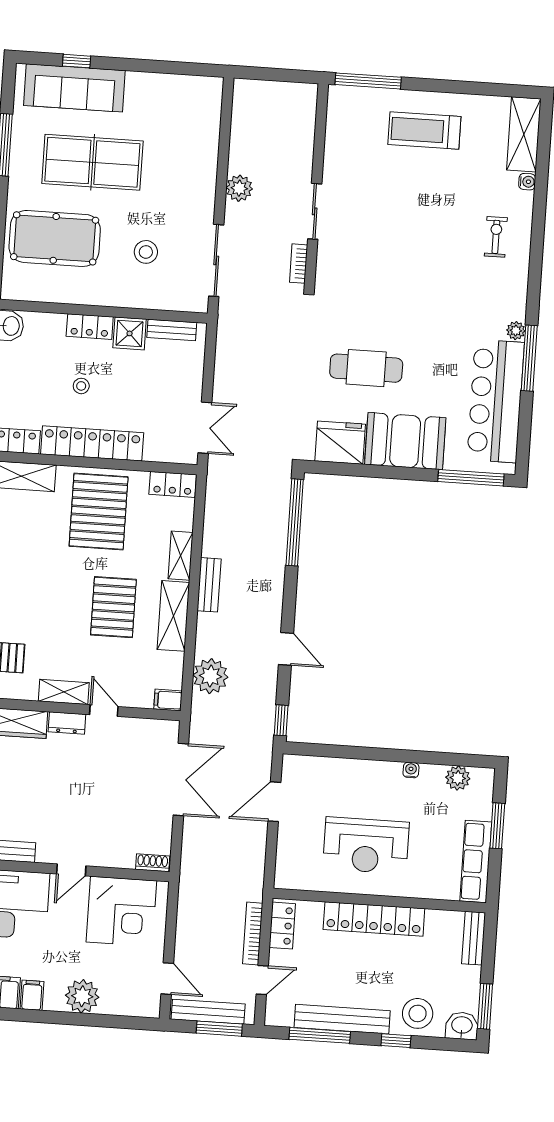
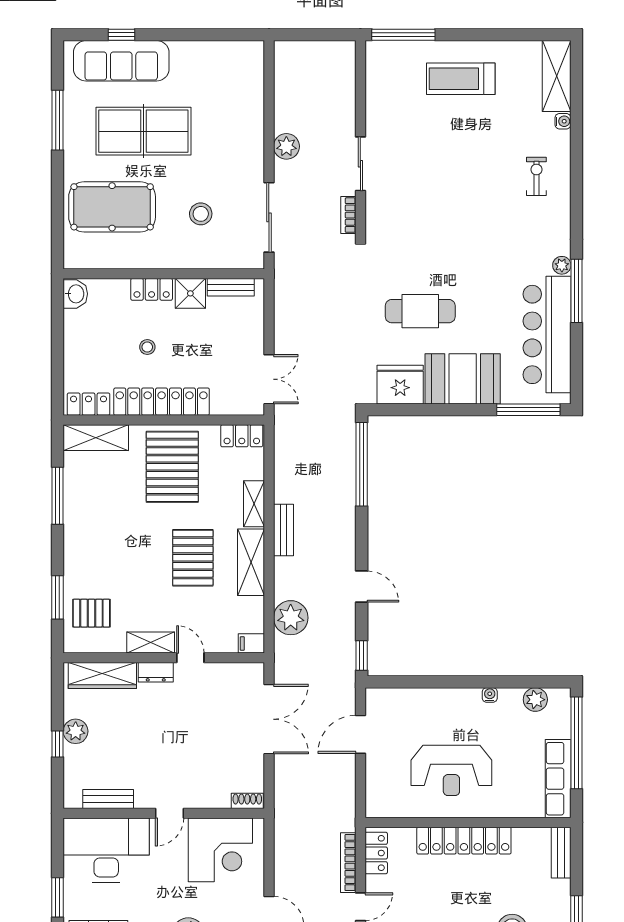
window: (497, 826) -> (577, 743), width x2.11

